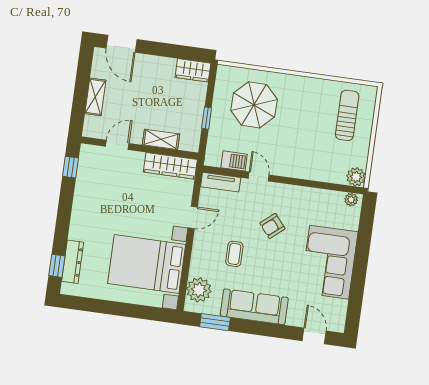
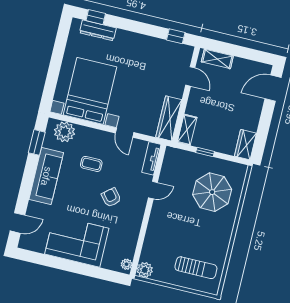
shelving: (95, 97) -> (217, 59), moved
shelving: (161, 139) -> (187, 130), moved
barbecue: (234, 161) -> (168, 171), removed

